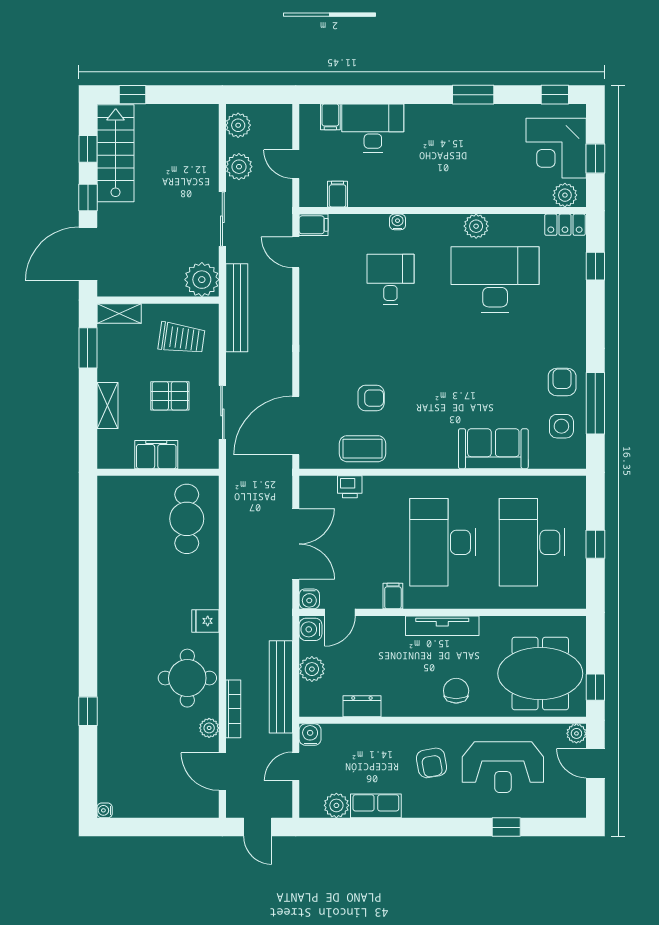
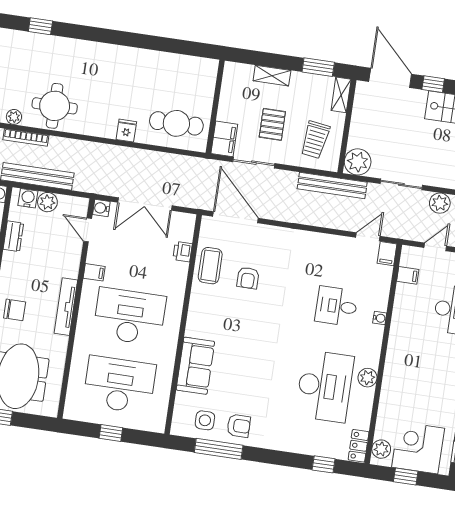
desk: (390, 279) -> (336, 306), turned 180
filing cabinet: (156, 455) -> (224, 139), moved
fridge: (205, 621) -> (126, 131), moved
water cooler: (311, 629) -> (28, 198), moved

